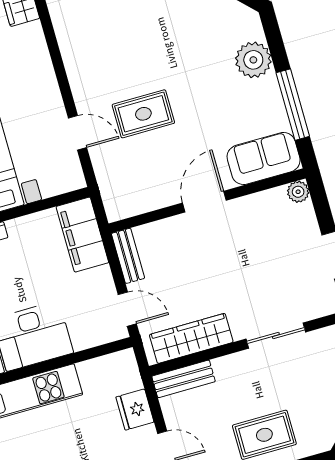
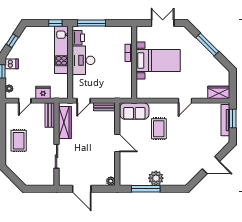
plant: (253, 60) -> (156, 178), moved
door: (77, 133) -> (185, 101), moved
sofa: (264, 159) -> (134, 111), moved, turned 90
filing cabinet: (82, 235) -> (118, 91), removed

